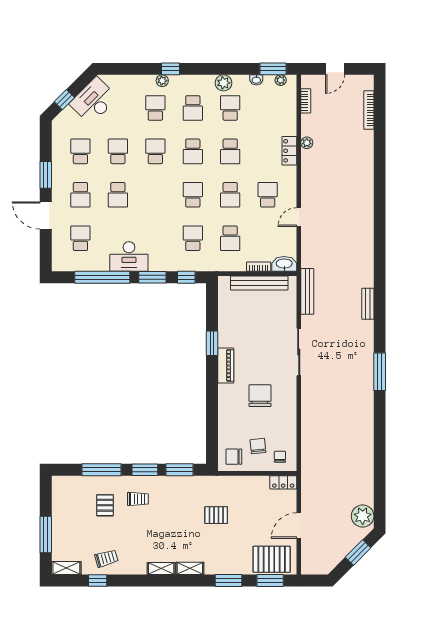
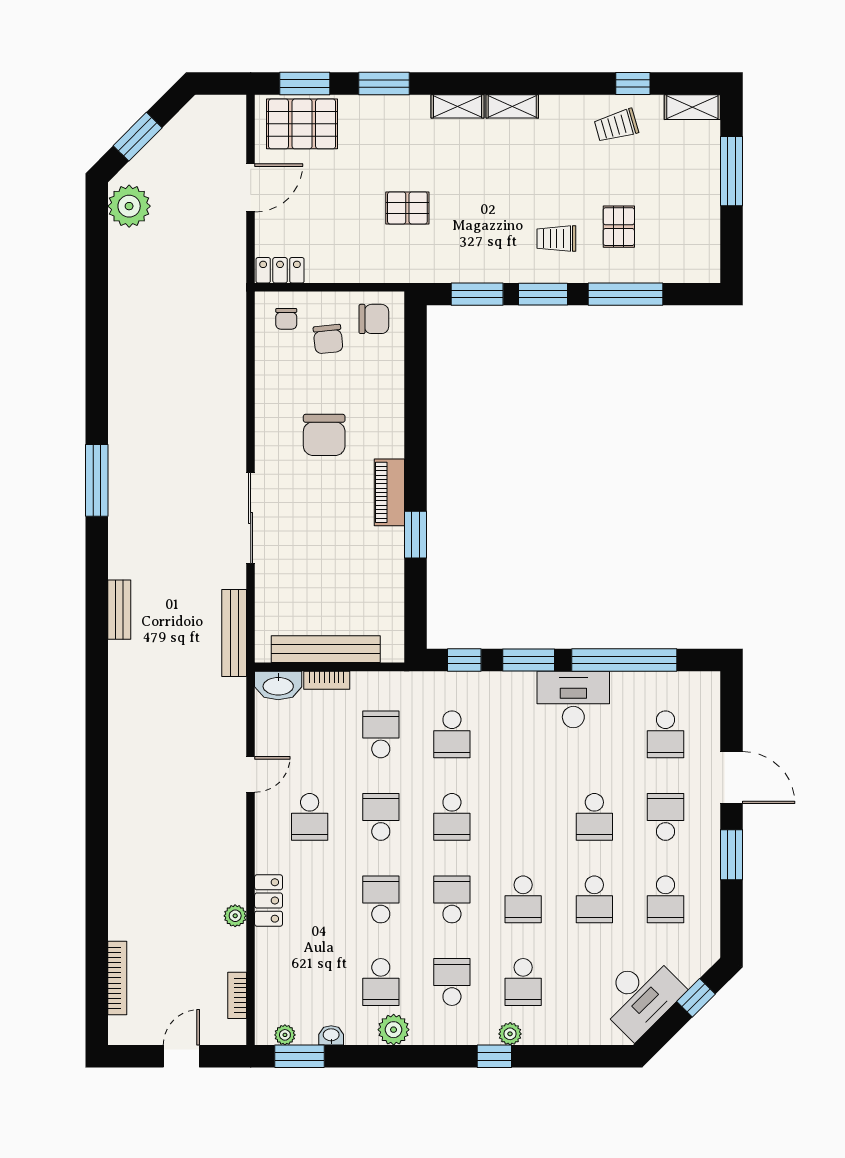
school desk: (118, 195) -> (594, 817), turned 180

